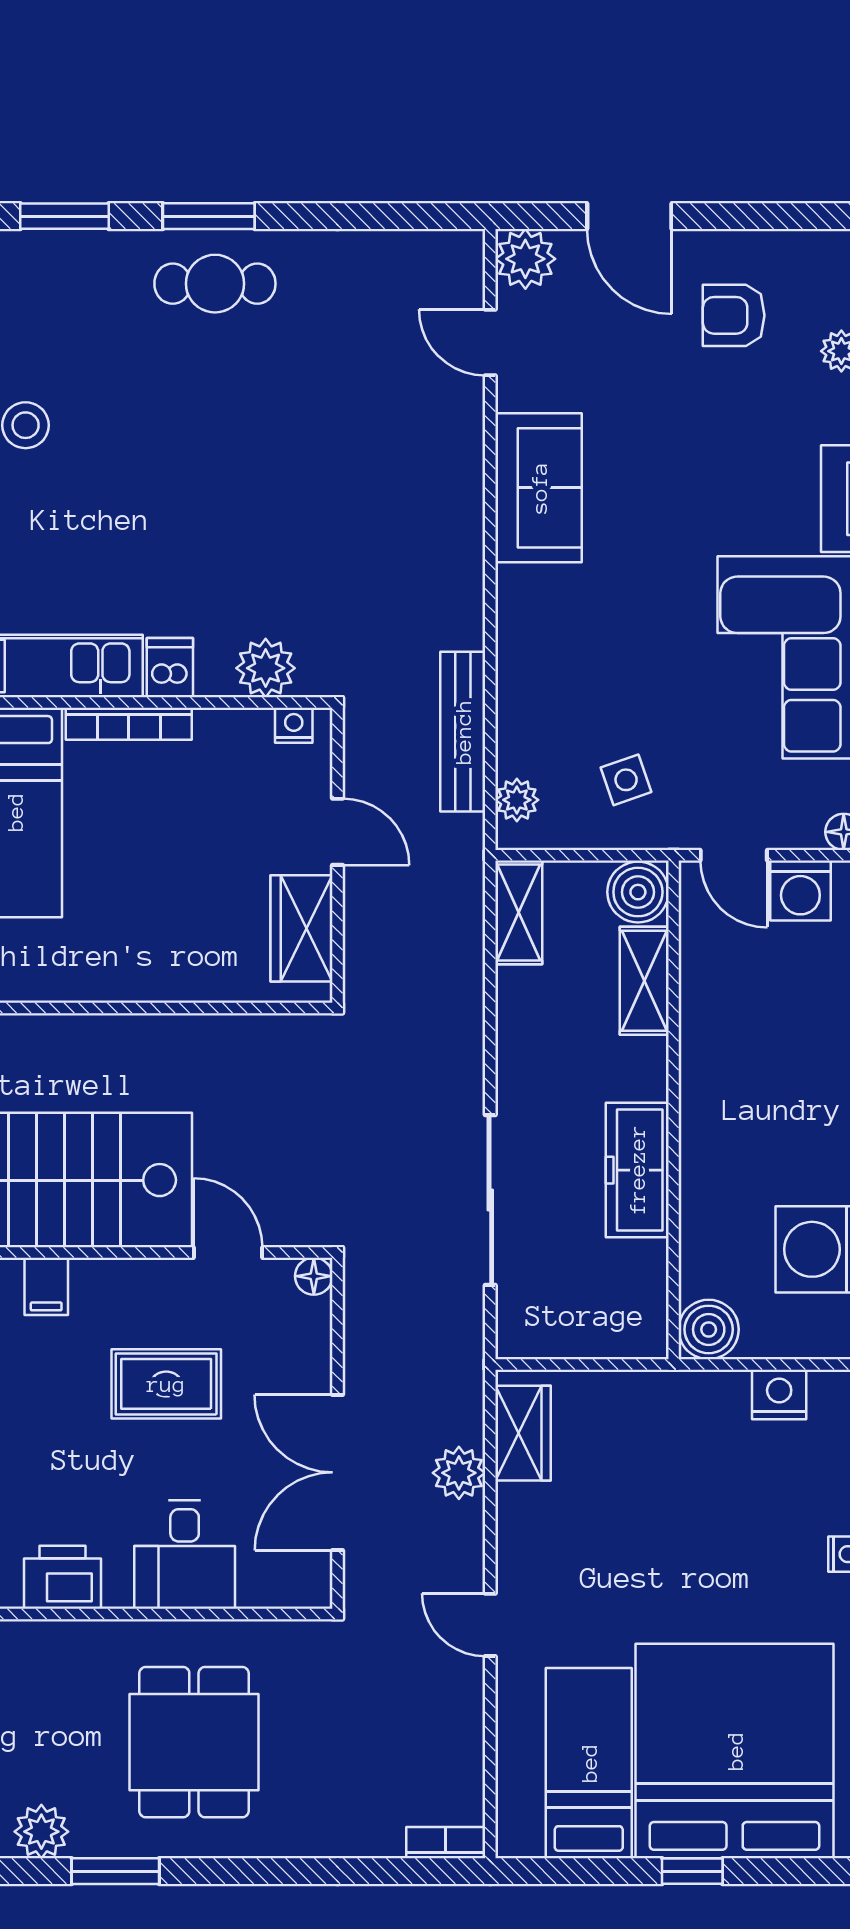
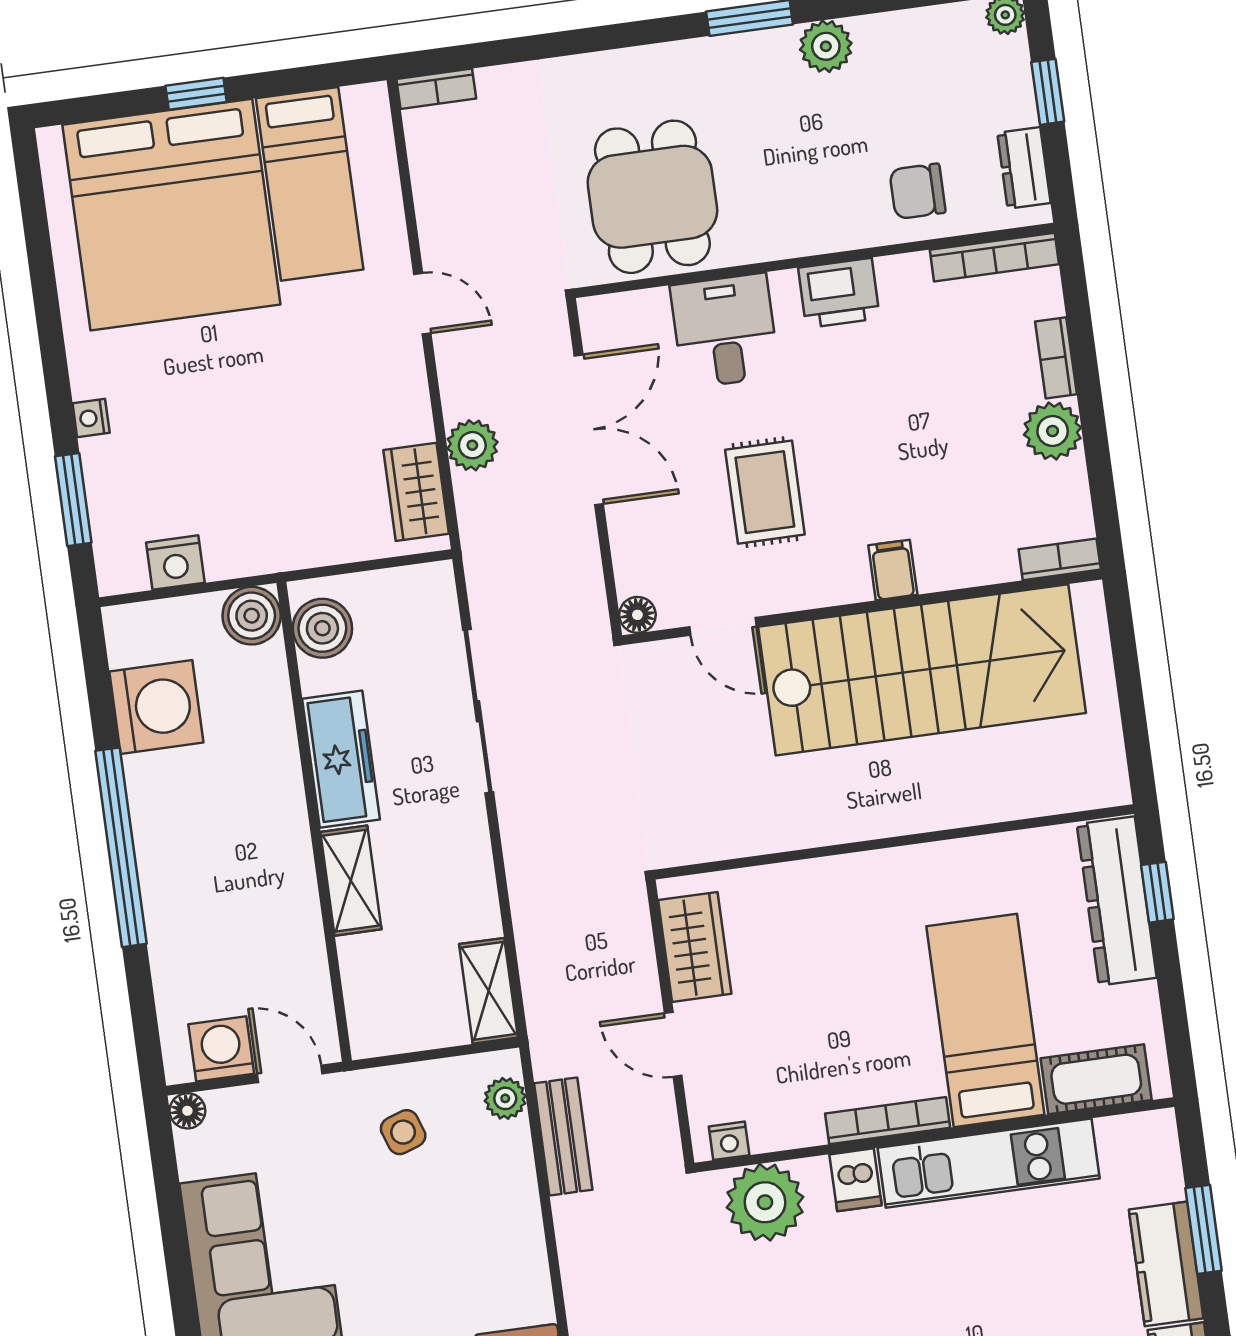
plant: (266, 668) -> (765, 1202), width x1.36, depth x1.36
bench: (463, 732) -> (563, 1136), width x0.73
boiler: (638, 892) -> (322, 628), moved
shelving: (644, 981) -> (351, 881), moved
rug: (166, 1384) -> (765, 492), turned 90
dining table: (194, 1742) -> (652, 197), moved

